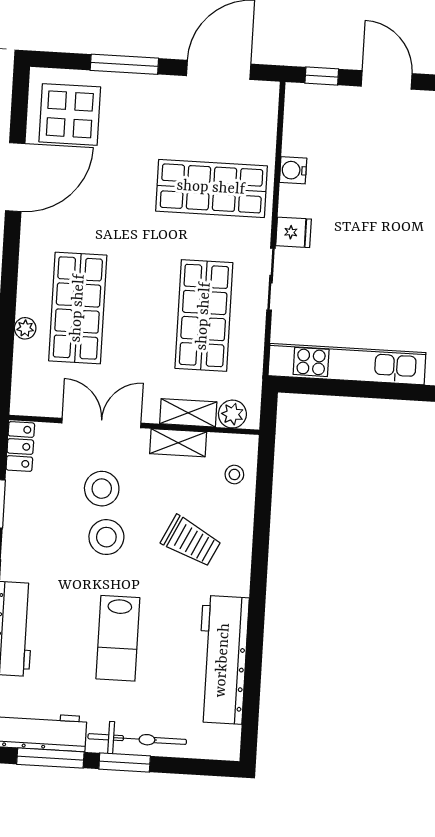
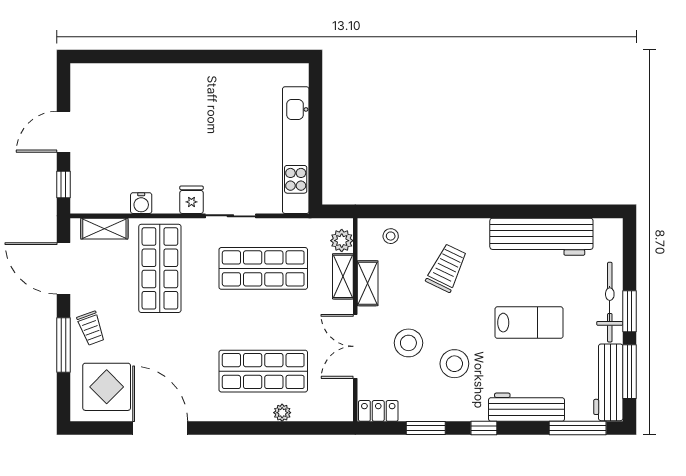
trolley: (143, 99) -> (91, 328), added
shelving: (264, 123) -> (104, 229), added
stool: (106, 537) -> (454, 364), moved

